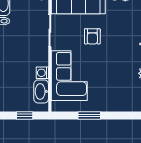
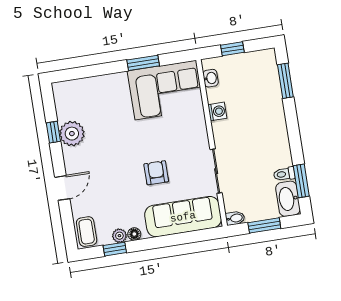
corner sofa: (69, 76) -> (166, 90), moved, turned -90
washbasin: (41, 91) -> (211, 78), width x0.52, depth x0.69

